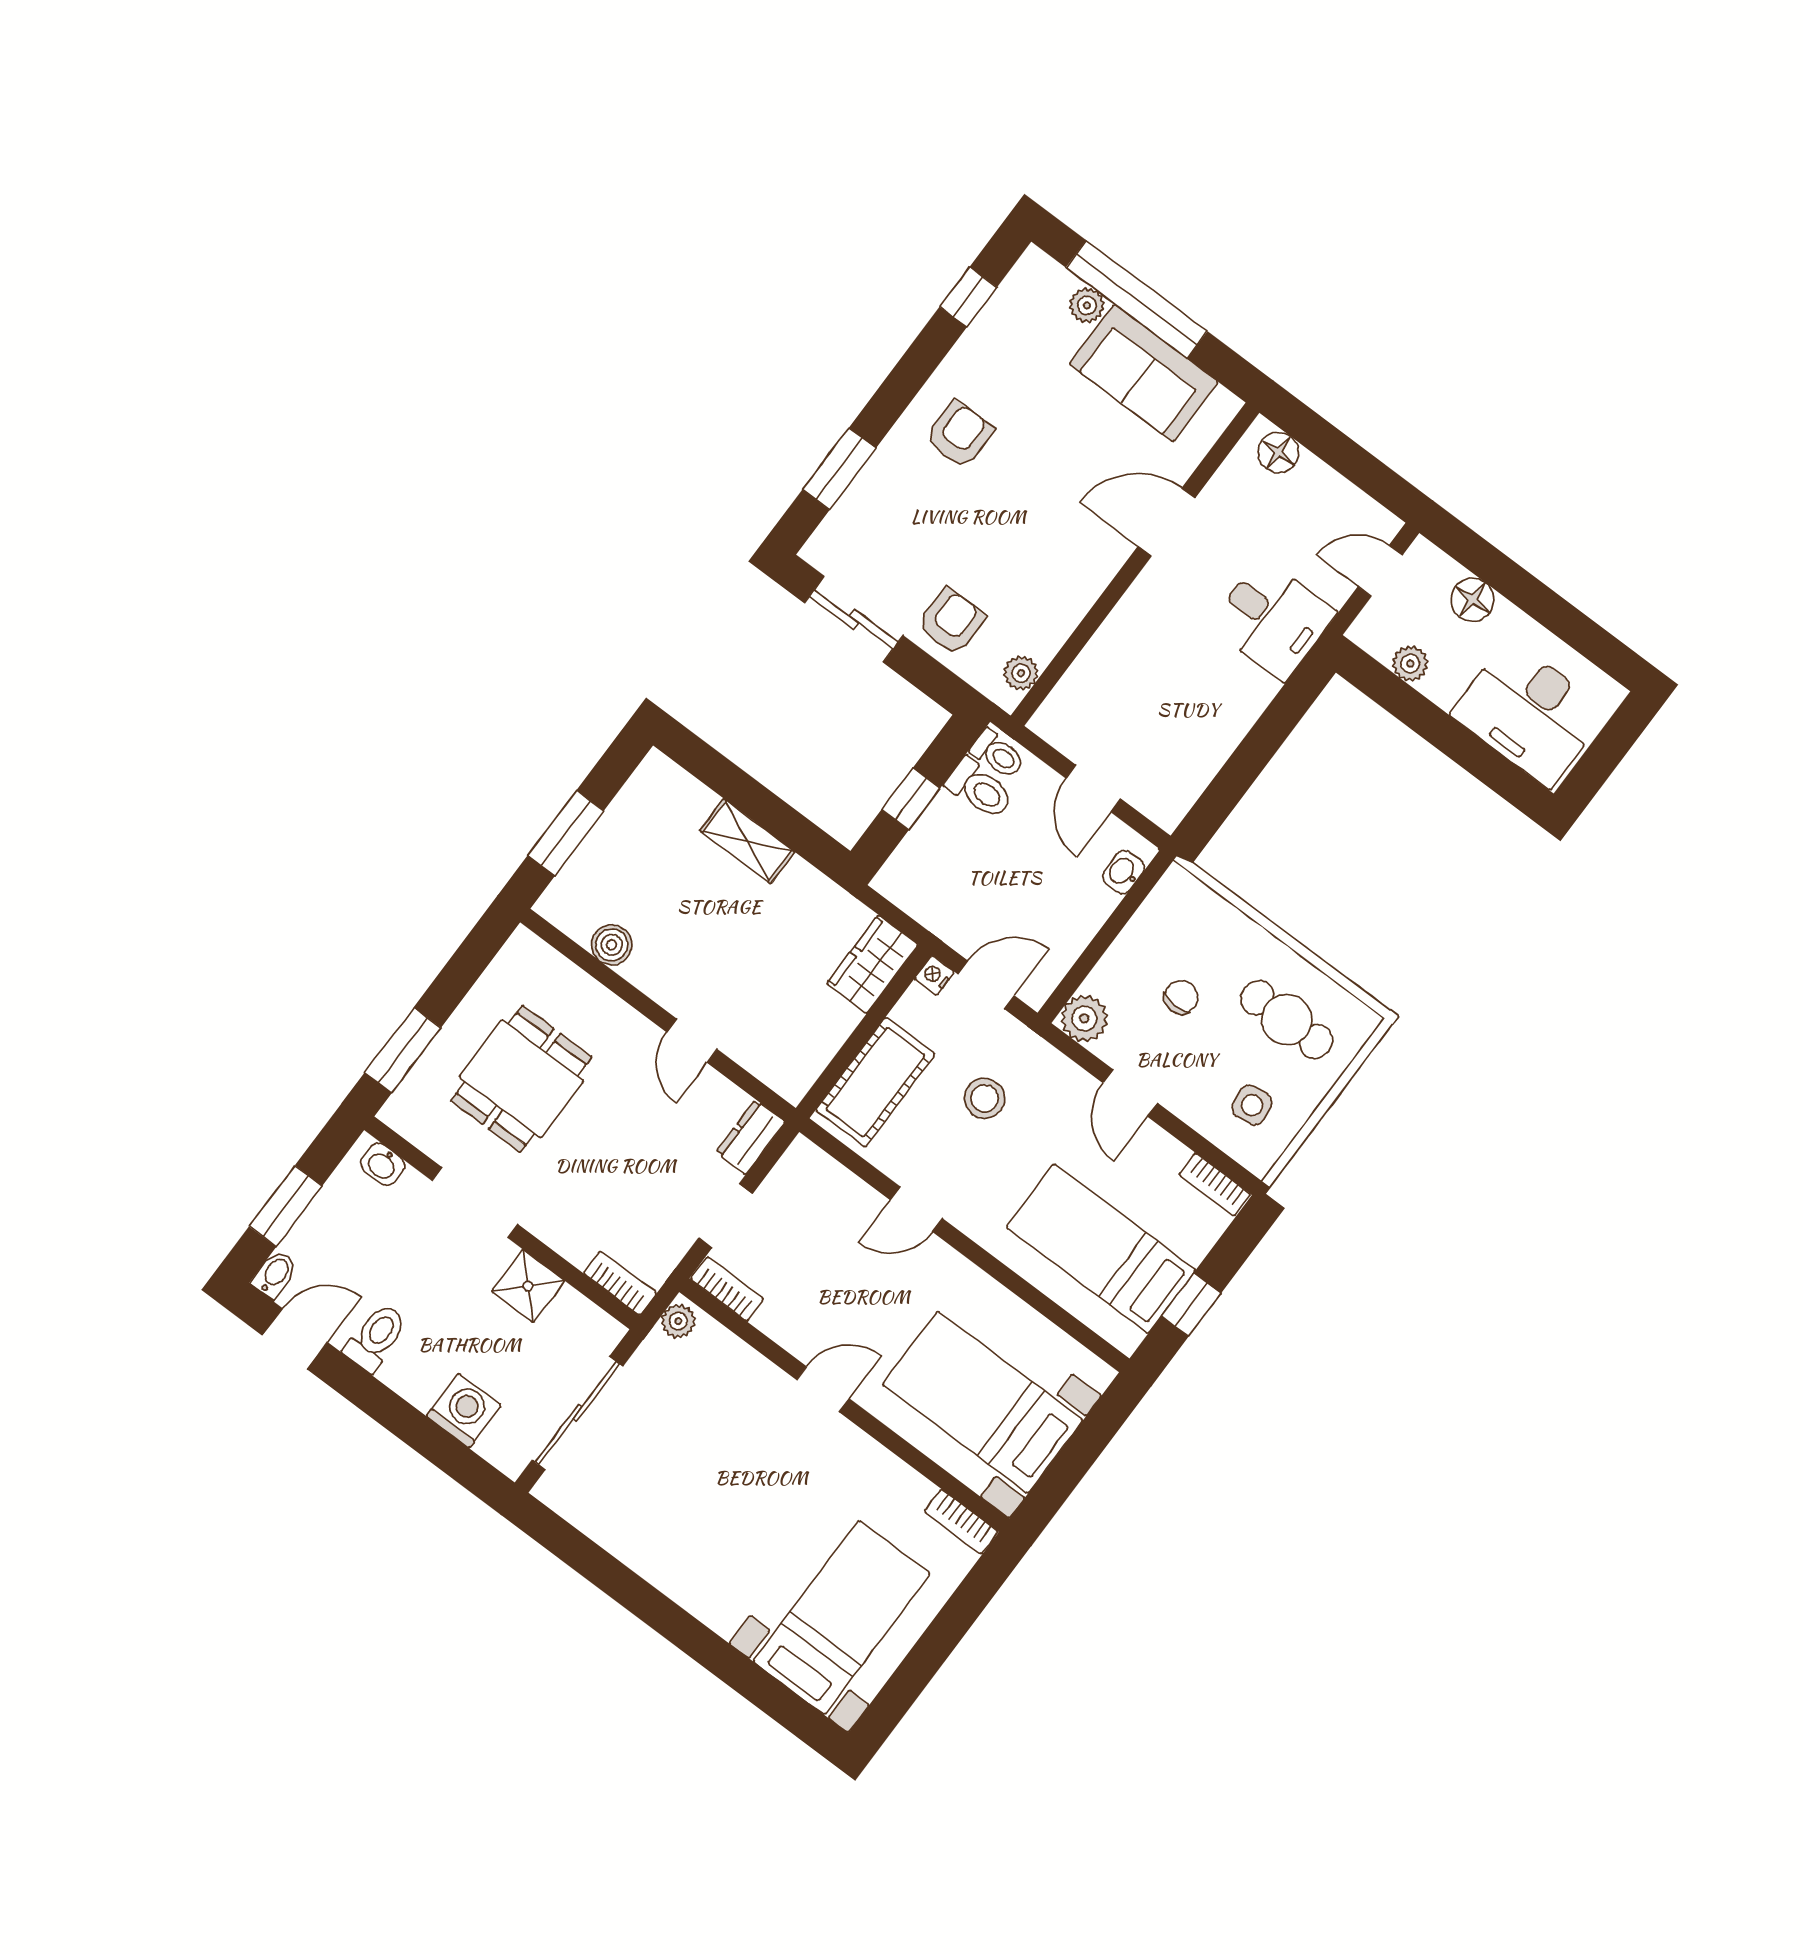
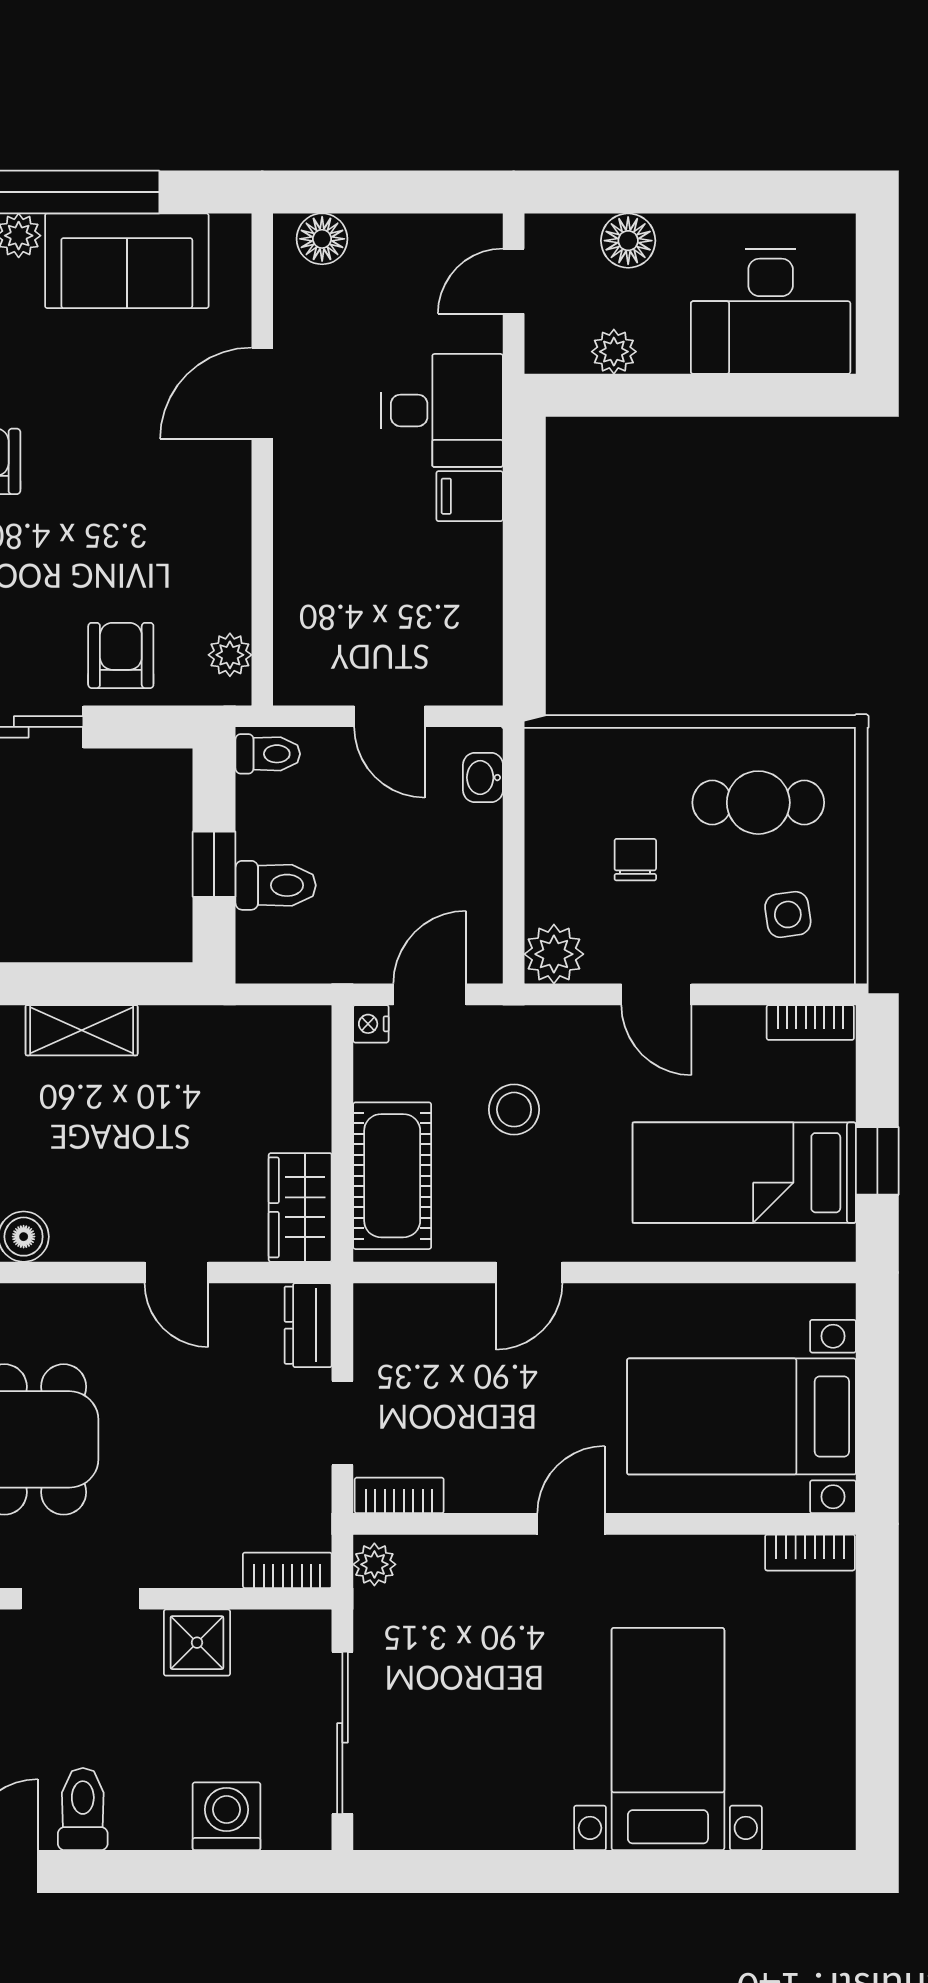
filing cabinet: (1249, 687) -> (470, 496), added
toilet: (980, 789) -> (276, 885), moved
wardrobe: (872, 964) -> (300, 1207), moved
bed with nightstands: (842, 1617) -> (668, 1739), moved

